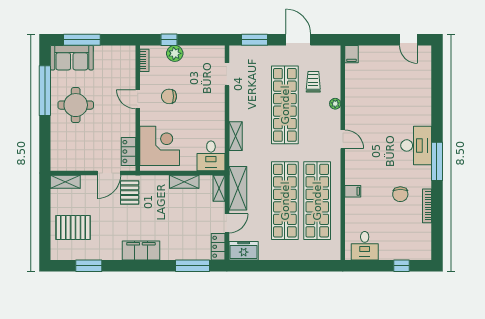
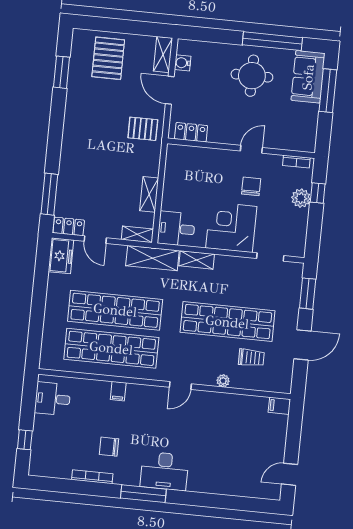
corner desk: (160, 146) -> (231, 227), moved, turned 180
water cooler: (71, 165) -> (183, 63), added
door: (109, 173) -> (170, 90), moved
shelving: (238, 188) -> (152, 258), moved
filing cabinet: (141, 251) -> (73, 135), removed

